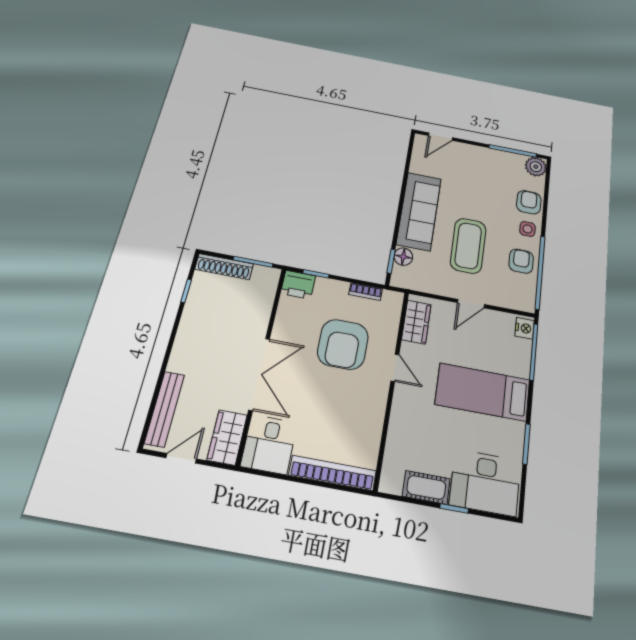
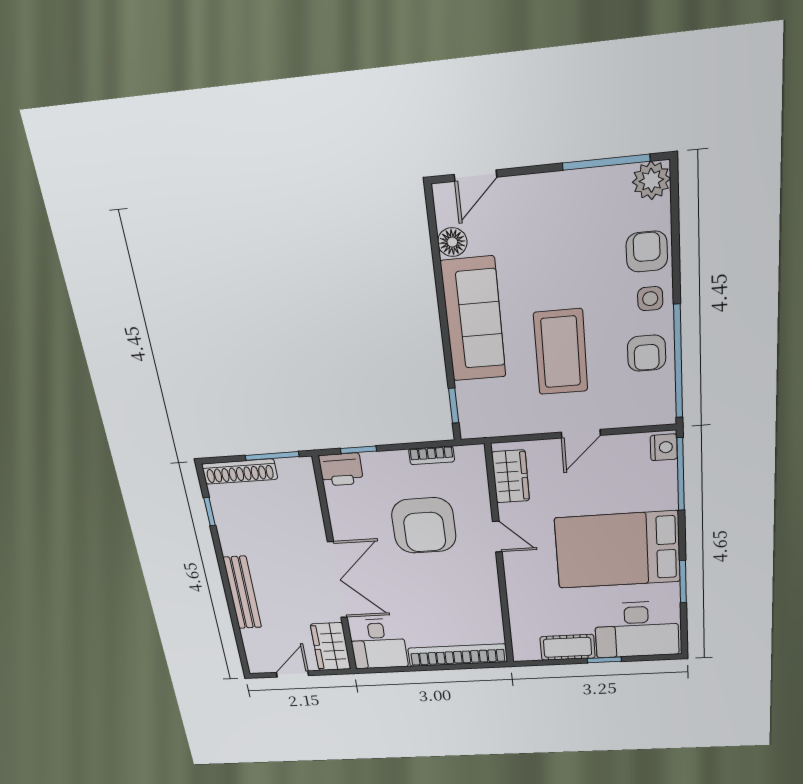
floor lamp: (403, 257) -> (452, 242), moved
armchair: (521, 261) -> (647, 353), turned 180
bed: (483, 392) -> (618, 550), width x1.50
bench: (165, 409) -> (242, 593), moved

